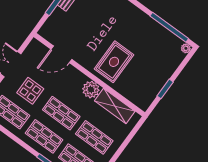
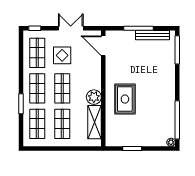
door: (61, 54) -> (103, 46), moved
rug: (114, 62) -> (125, 99), turned 90

